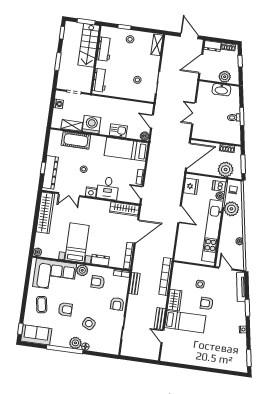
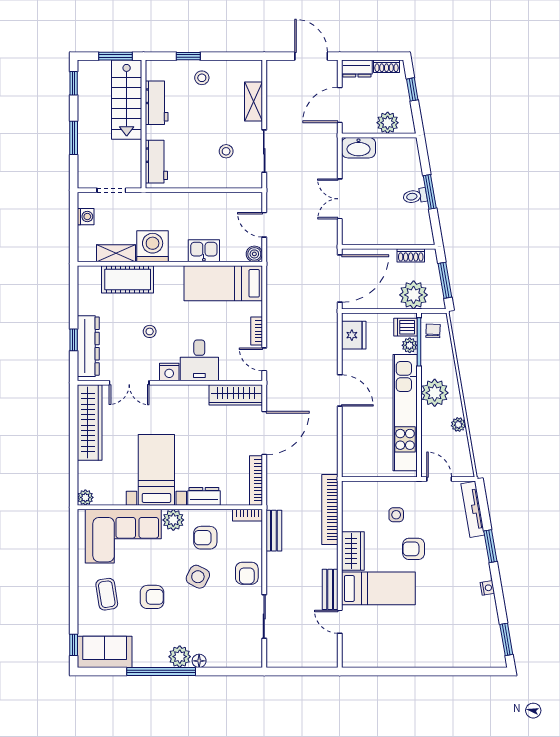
shelving: (157, 45) -> (254, 102), moved
washbasin: (221, 90) -> (359, 148), moved
plant: (231, 209) -> (435, 393), moved
side table: (89, 324) -> (198, 577), moved

